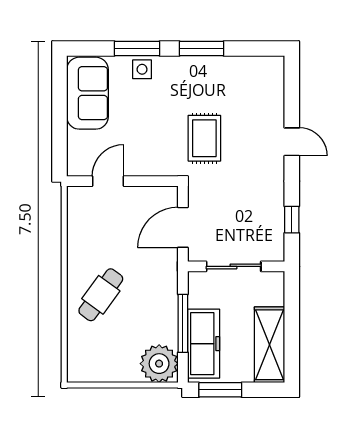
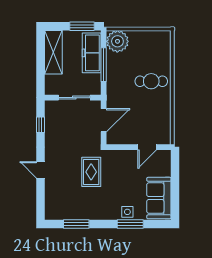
window: (202, 49) -> (76, 224), moved
cafe table: (101, 295) -> (151, 81), turned 54

